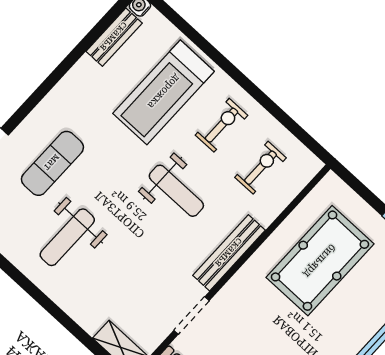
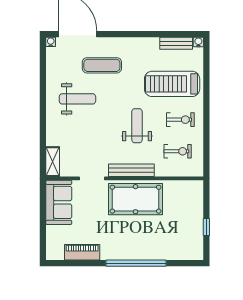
weight bench: (176, 191) -> (137, 126), turned 180
weight bench: (67, 237) -> (77, 99), turned 180
pool table: (320, 261) -> (135, 199), moved

